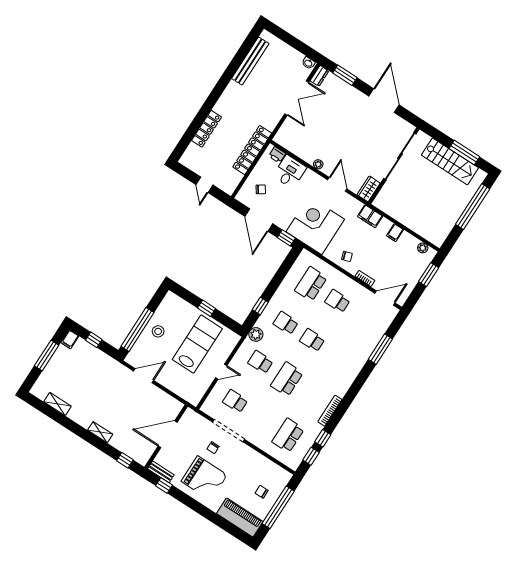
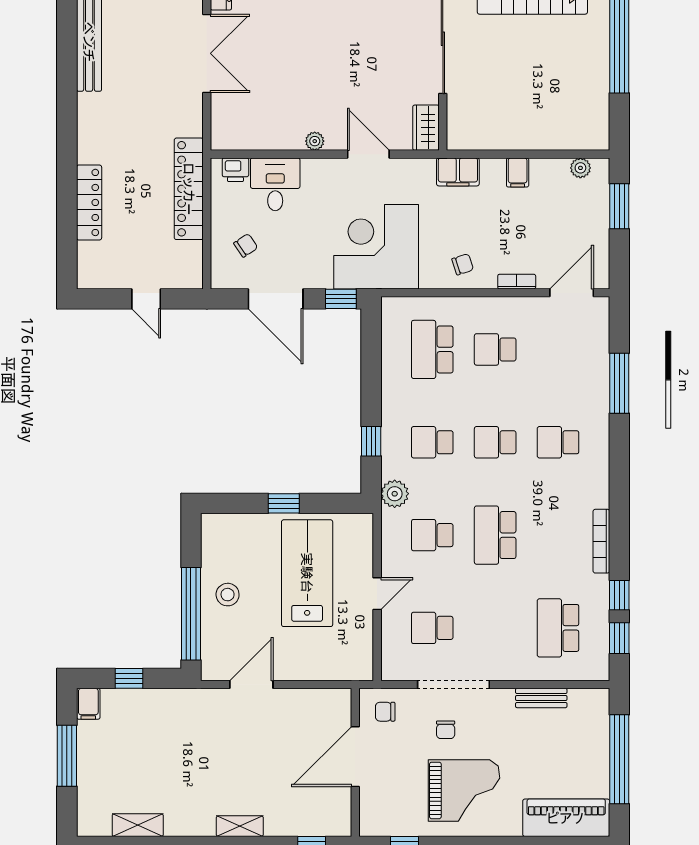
school desk: (339, 357) -> (558, 442), added
bench: (161, 472) -> (541, 698), moved
chair: (262, 492) -> (385, 712), moved

